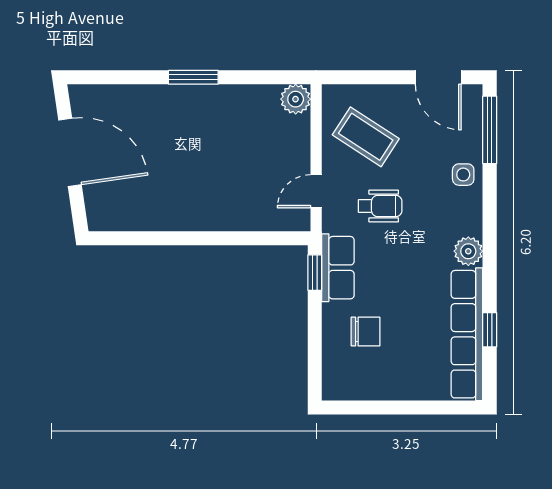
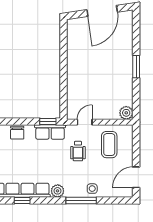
window: (490, 130) -> (81, 200), moved
coffee table: (366, 137) -> (109, 145), turned -33
door: (316, 191) -> (85, 122), hinge flipped
chair: (365, 332) -> (17, 133), moved

